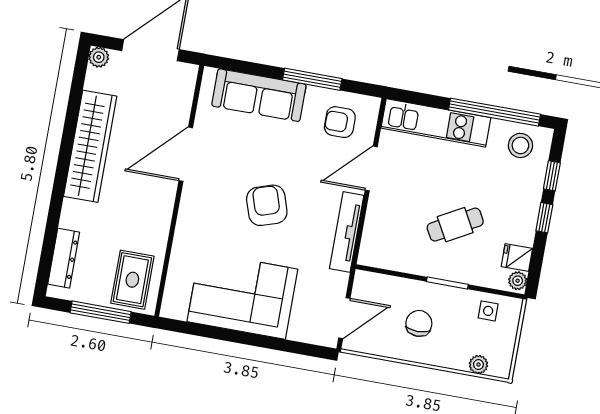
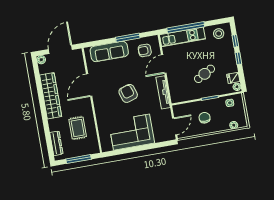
window: (494, 112) -> (186, 27), moved
rug: (132, 280) -> (78, 128), moved

